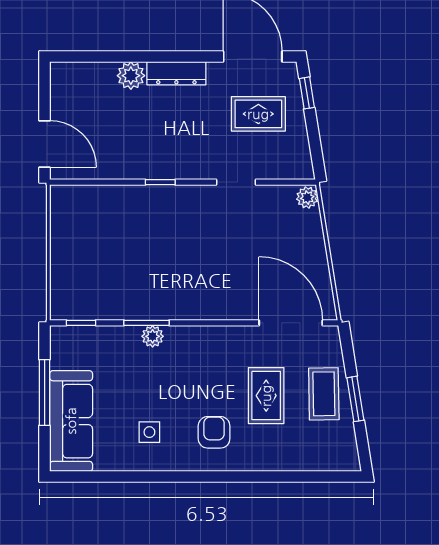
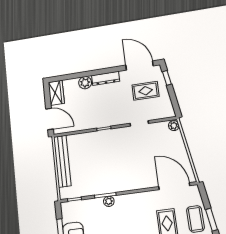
wardrobe: (65, 88) -> (56, 93), added
bench: (63, 240) -> (62, 161), added

